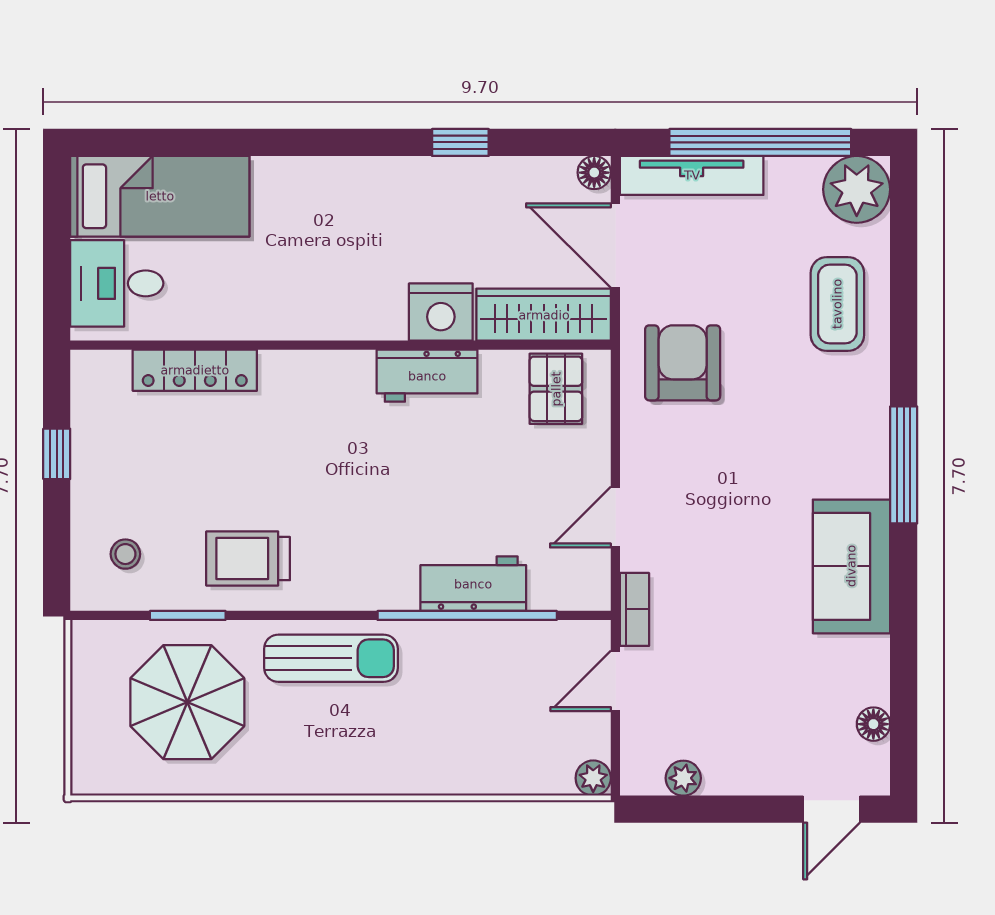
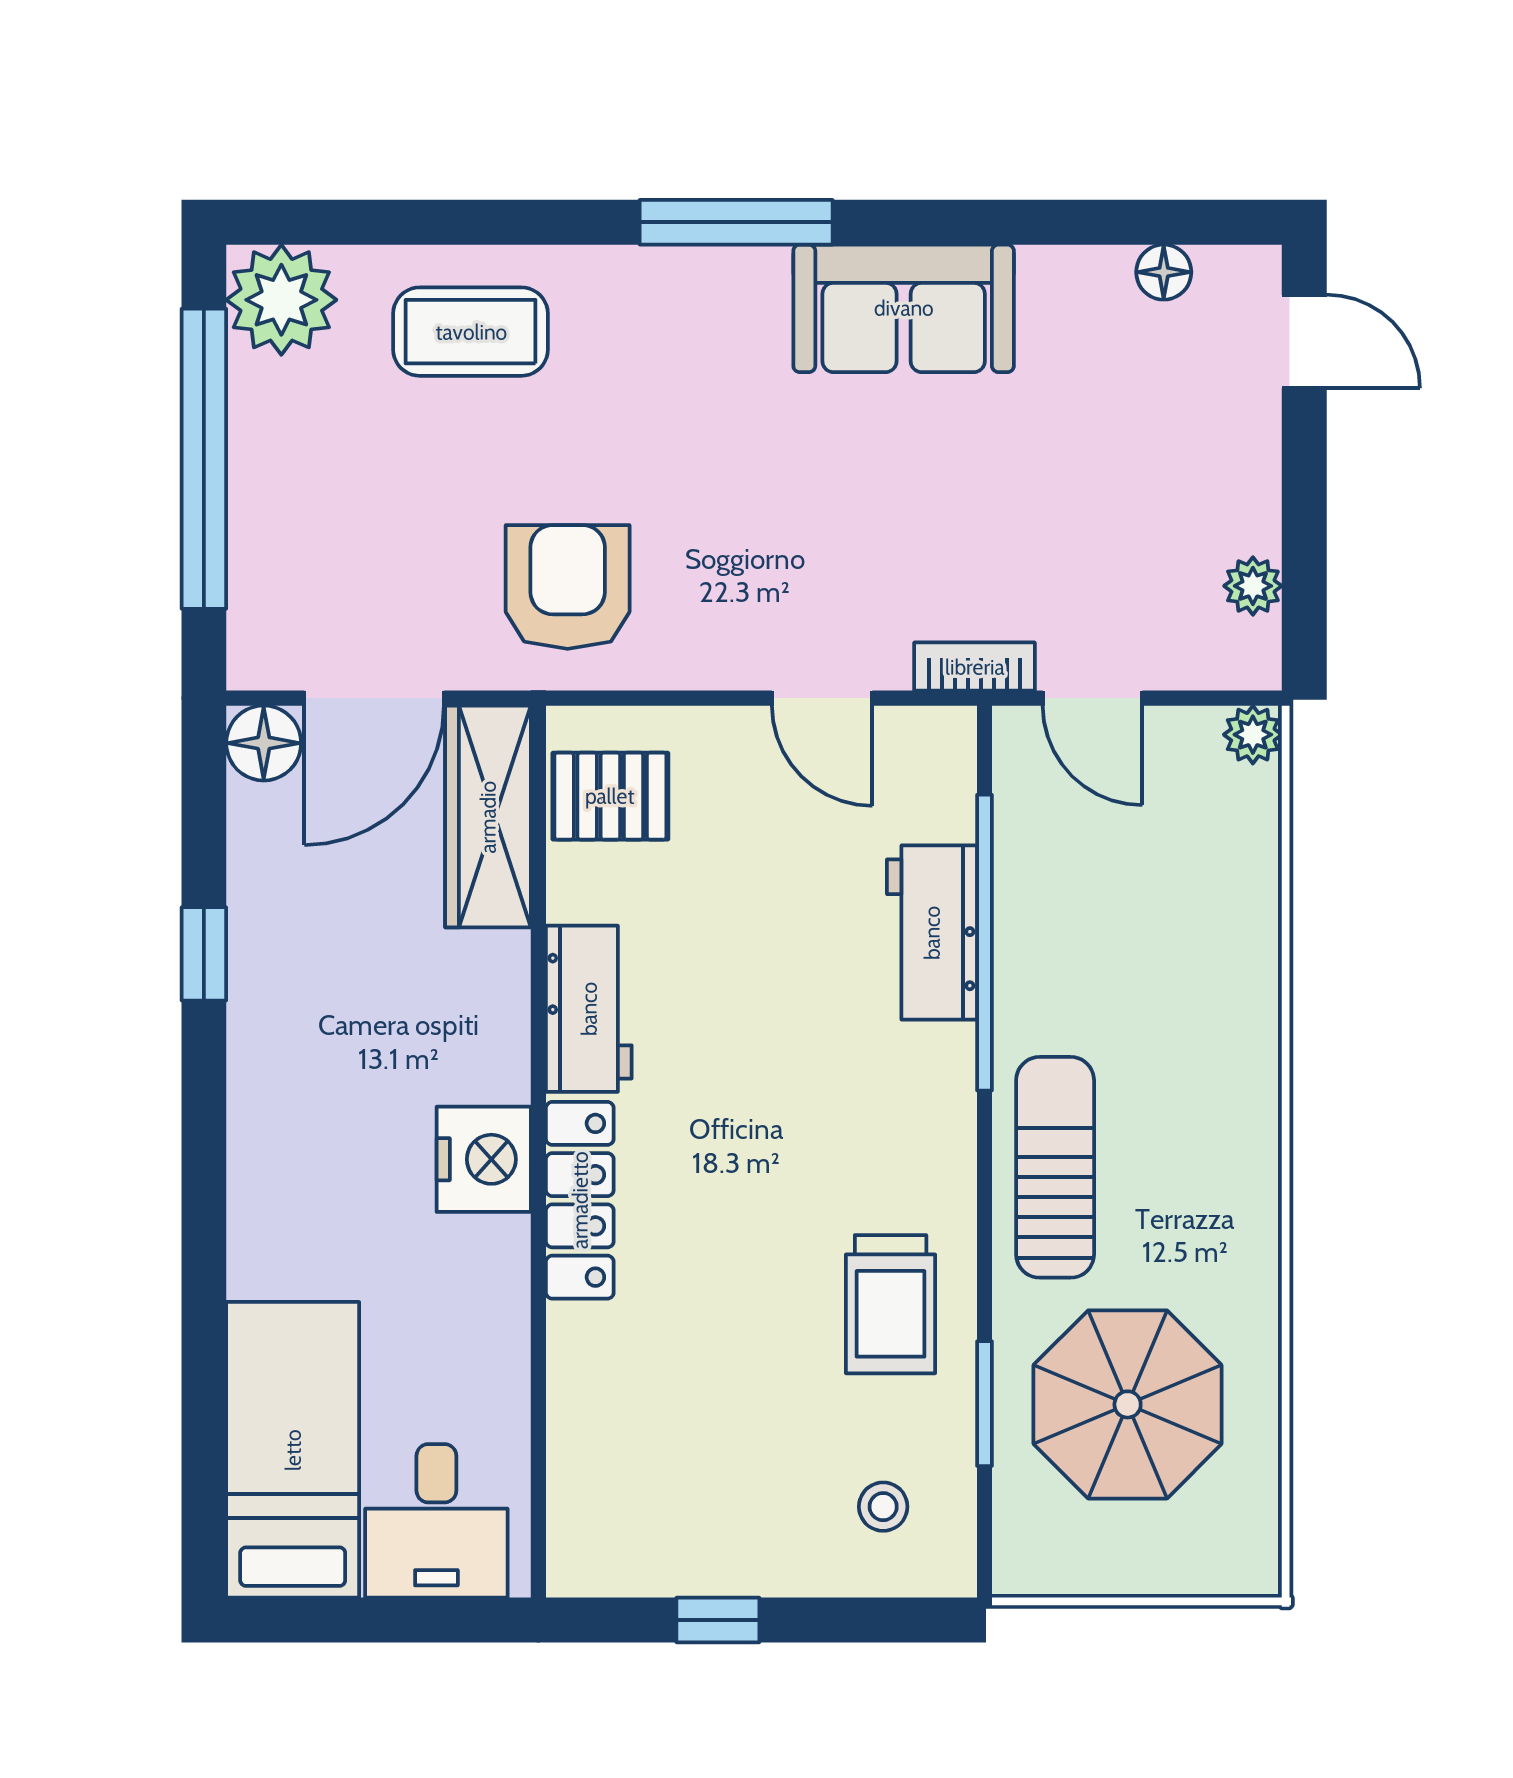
floor lamp: (594, 173) -> (264, 743), width x1.37, depth x1.37
tv unit: (692, 175) -> (258, 572), removed
nightstand: (441, 312) -> (484, 1159), moved
armchair: (683, 363) -> (568, 587), turned 90
locker: (195, 370) -> (580, 1200), moved

